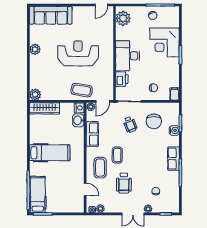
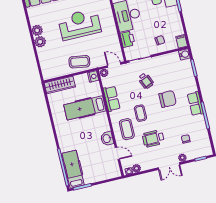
coffee table: (82, 90) -> (79, 62), moved
plant: (35, 94) -> (40, 42), moved
door: (103, 101) -> (114, 65), swing flipped
washbasin: (78, 120) -> (107, 139), moved
chair: (154, 121) -> (167, 99), moved, turned -90
water cooler: (174, 131) -> (184, 54), moved
hospital bed: (50, 153) -> (85, 108), moved, turned 180
wheelchair: (124, 183) -> (153, 138), turned 90

